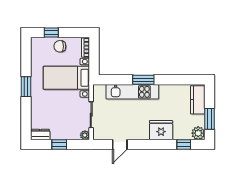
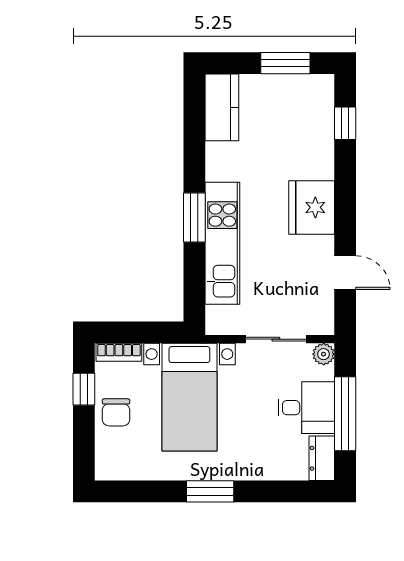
window: (51, 33) -> (84, 389), moved
kitchen counter: (198, 100) -> (222, 107), moved, turned -90
desk: (62, 128) -> (306, 408), added
fridge: (161, 130) -> (312, 207), moved
plant: (198, 133) -> (319, 89), removed
window: (59, 144) -> (345, 414), width x2.17

